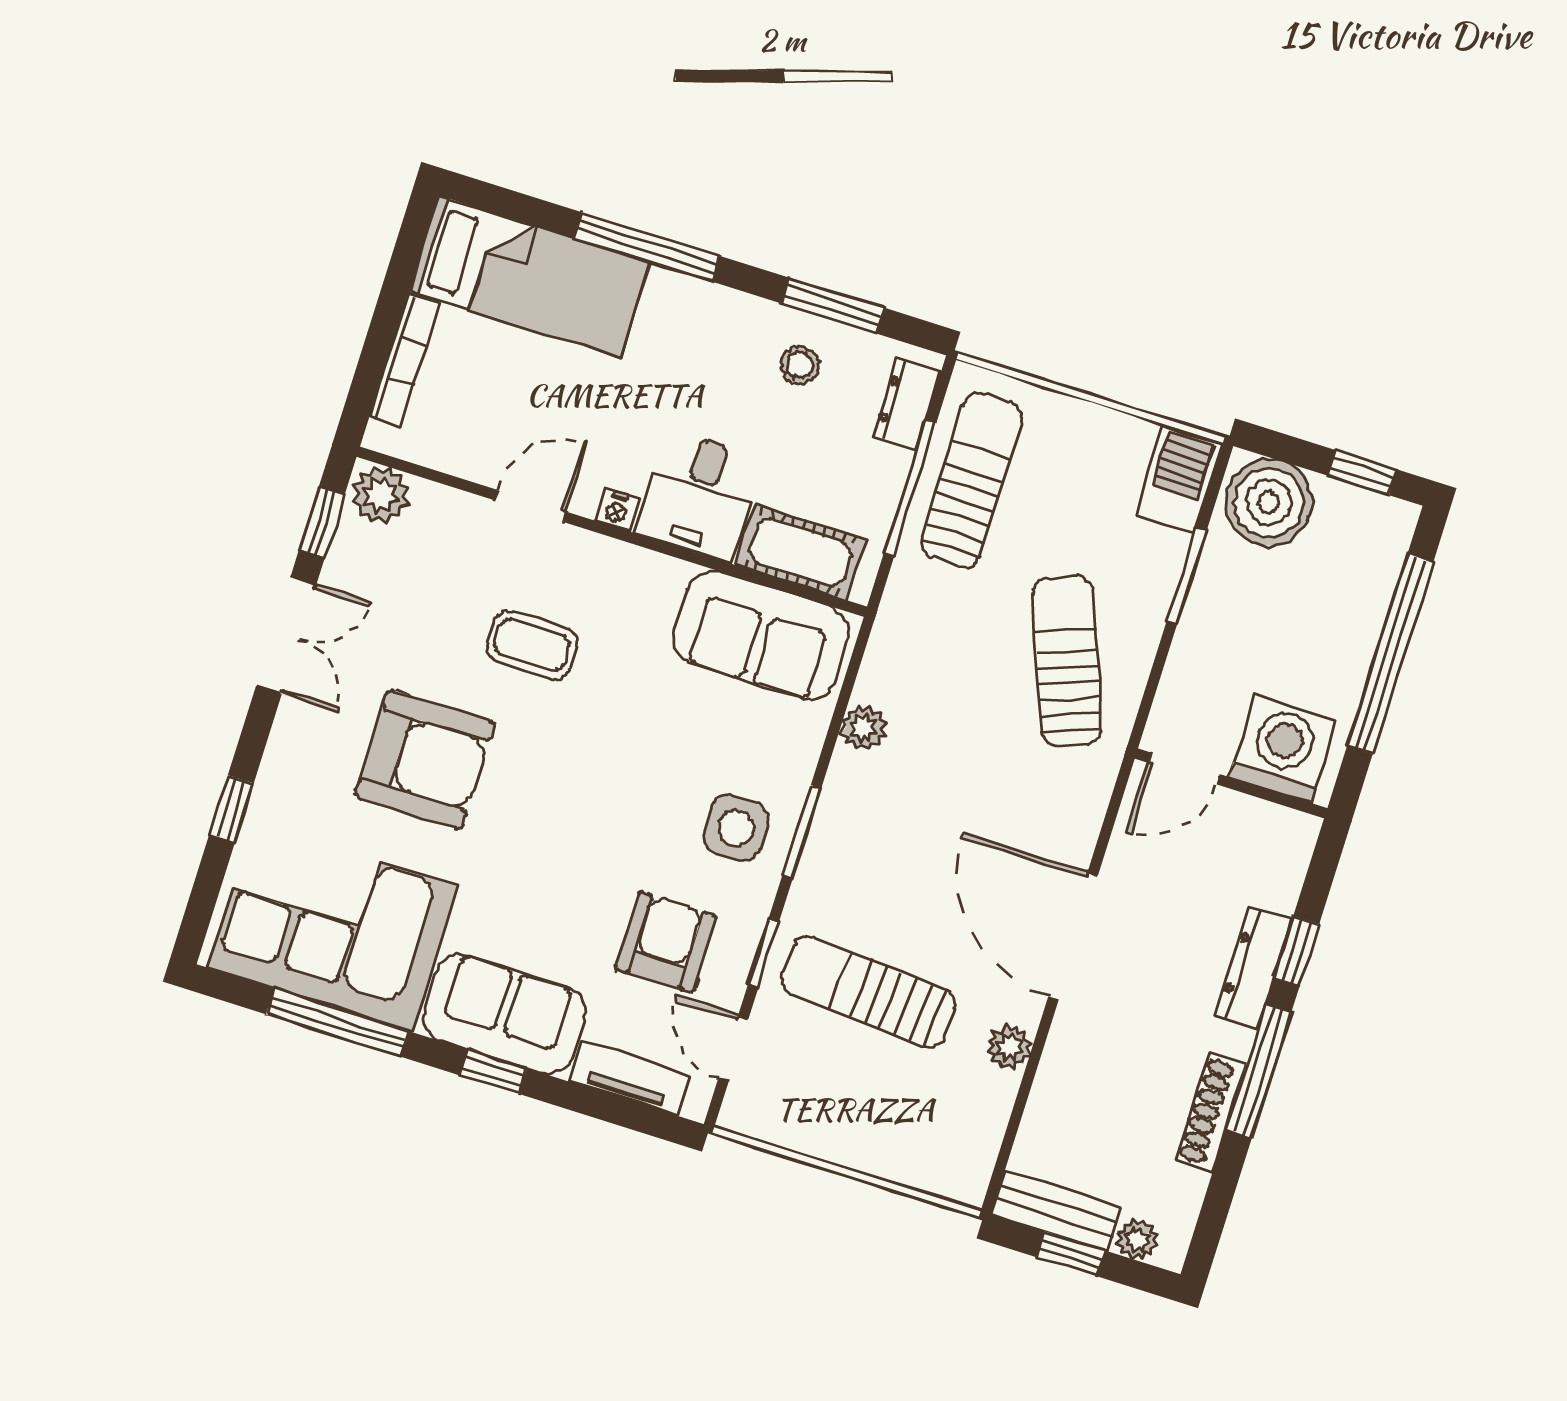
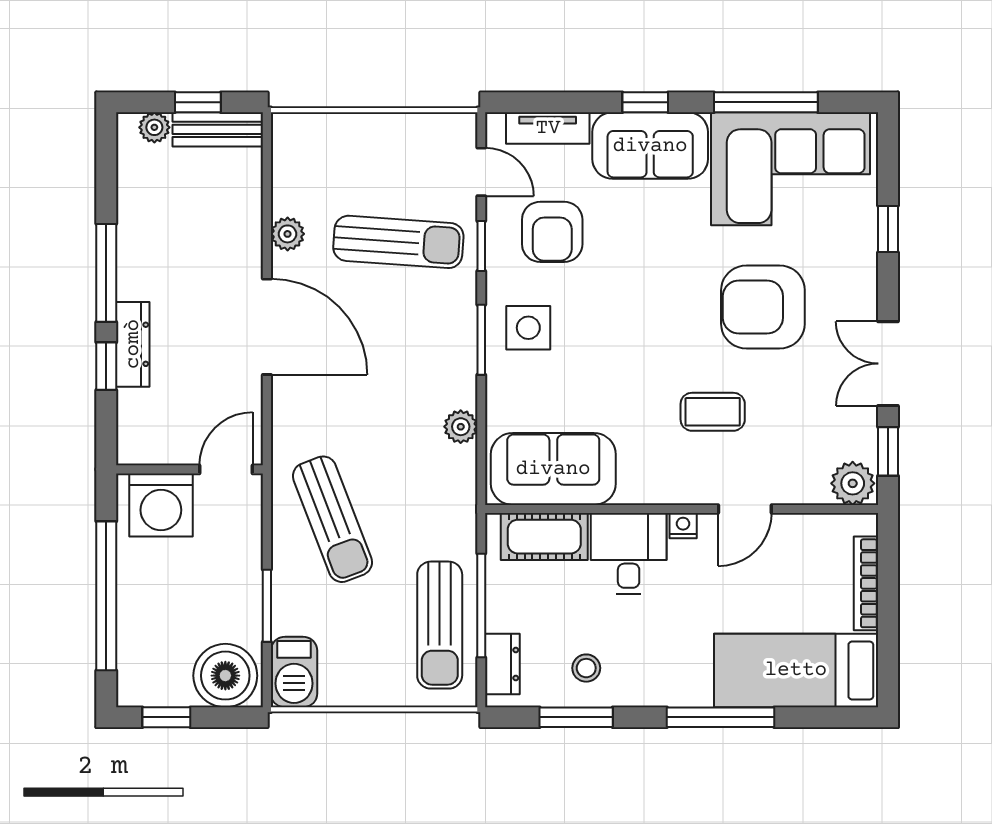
shoe rack: (1211, 1113) -> (130, 233), removed

